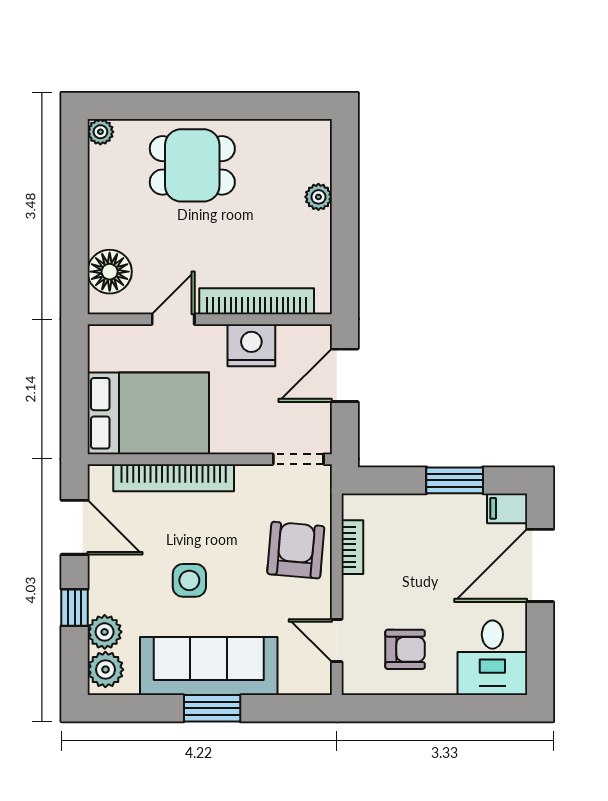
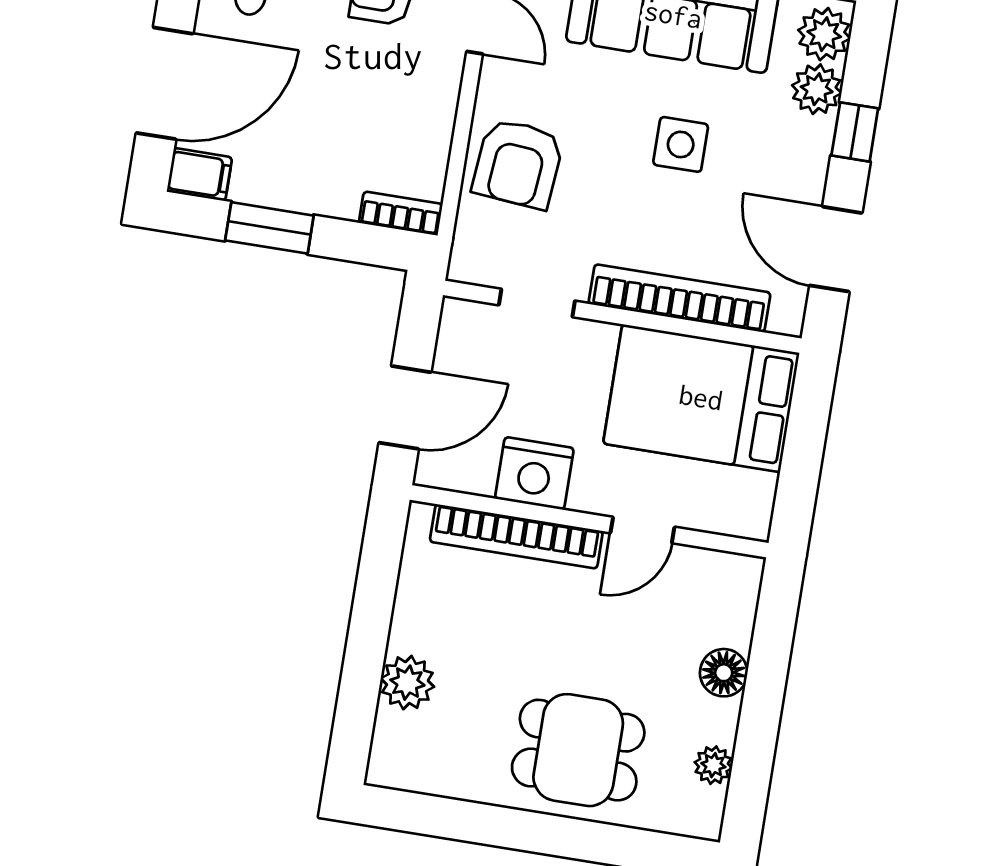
plant: (100, 132) -> (713, 765), moved
plant: (318, 197) -> (407, 683), width x1.38, depth x1.38
floor lamp: (110, 272) -> (724, 673), moved, width x0.73, depth x0.73
doorway: (298, 459) -> (537, 303), moved
bookcase: (352, 547) -> (401, 213), moved, turned 90

